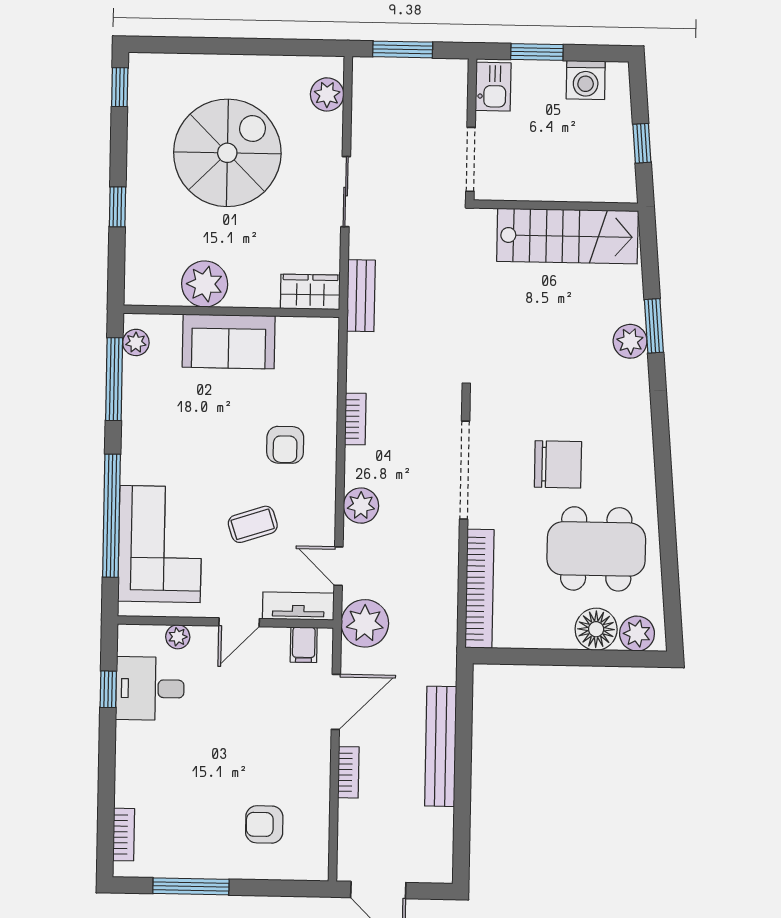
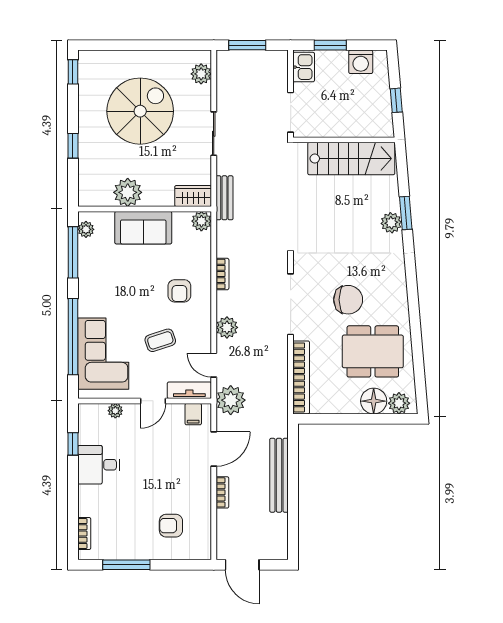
plant: (323, 333) -> (201, 221), added
desk: (150, 689) -> (99, 465), moved

